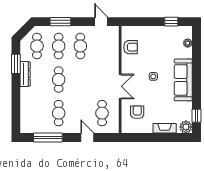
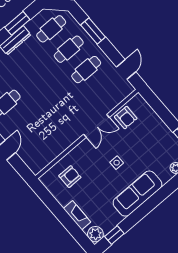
cafe table: (59, 80) -> (37, 76), removed
double door: (120, 86) -> (96, 126), moved
cafe table: (102, 113) -> (41, 144), removed

